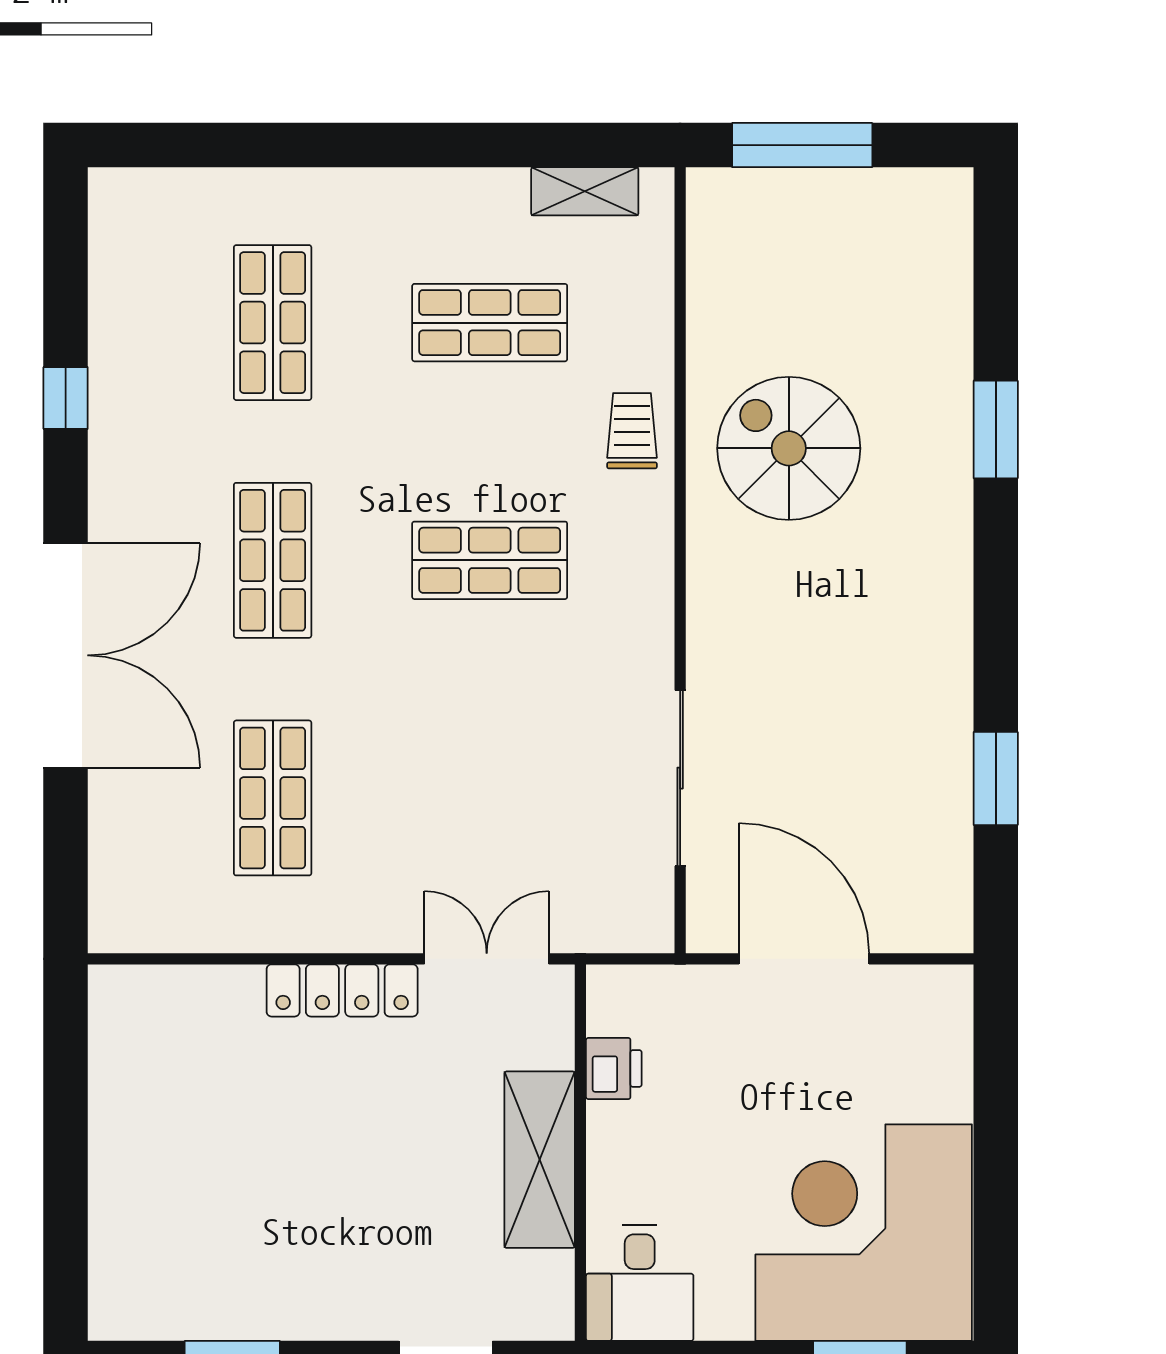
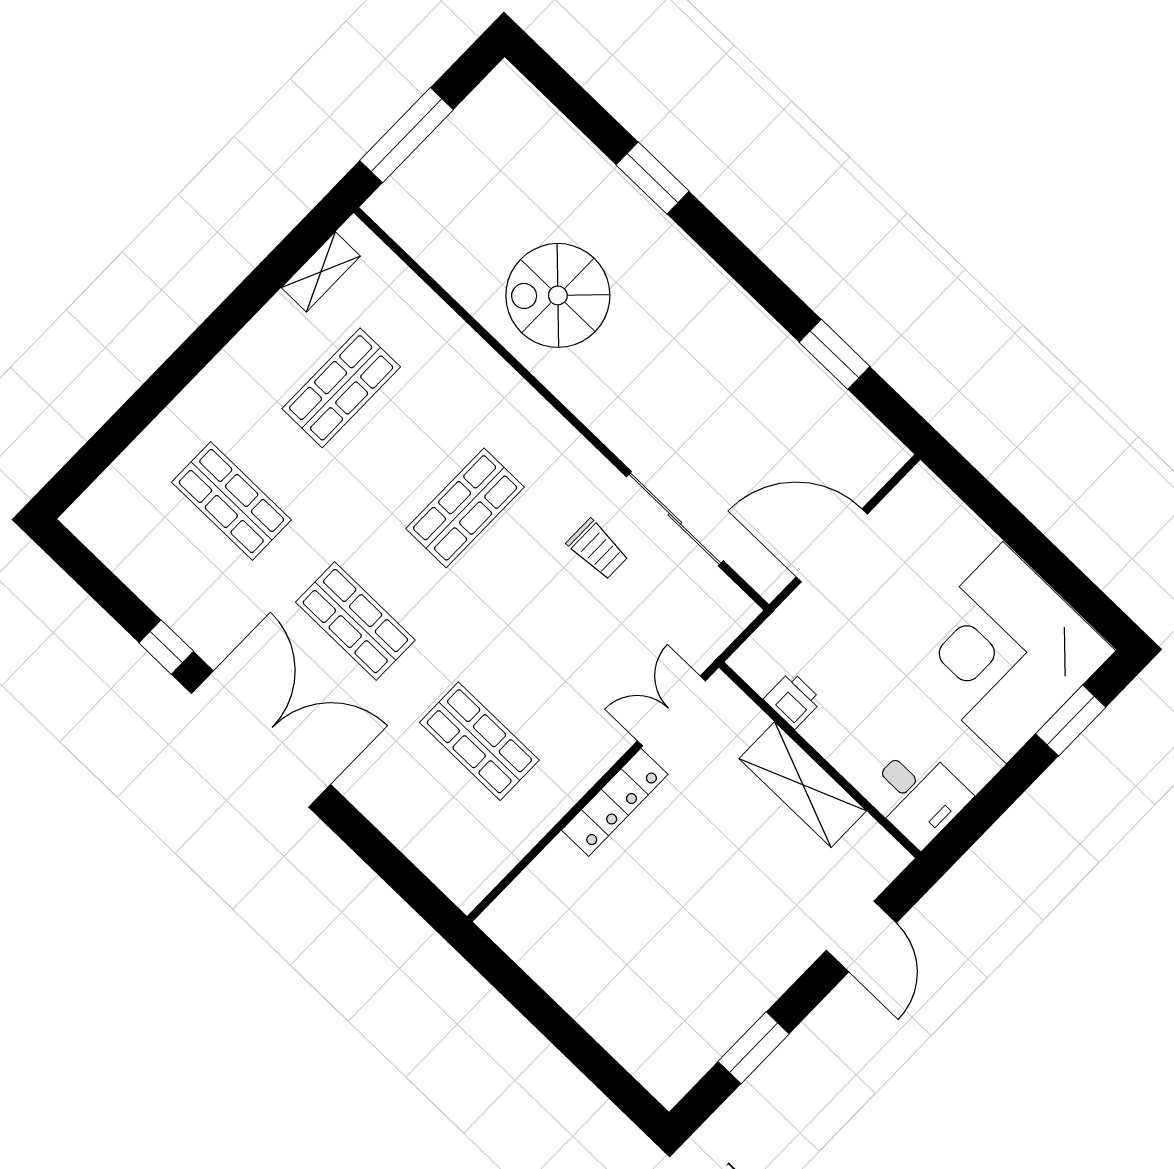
trolley: (632, 431) -> (598, 549), moved, turned 180
double door: (66, 655) -> (261, 739), moved

